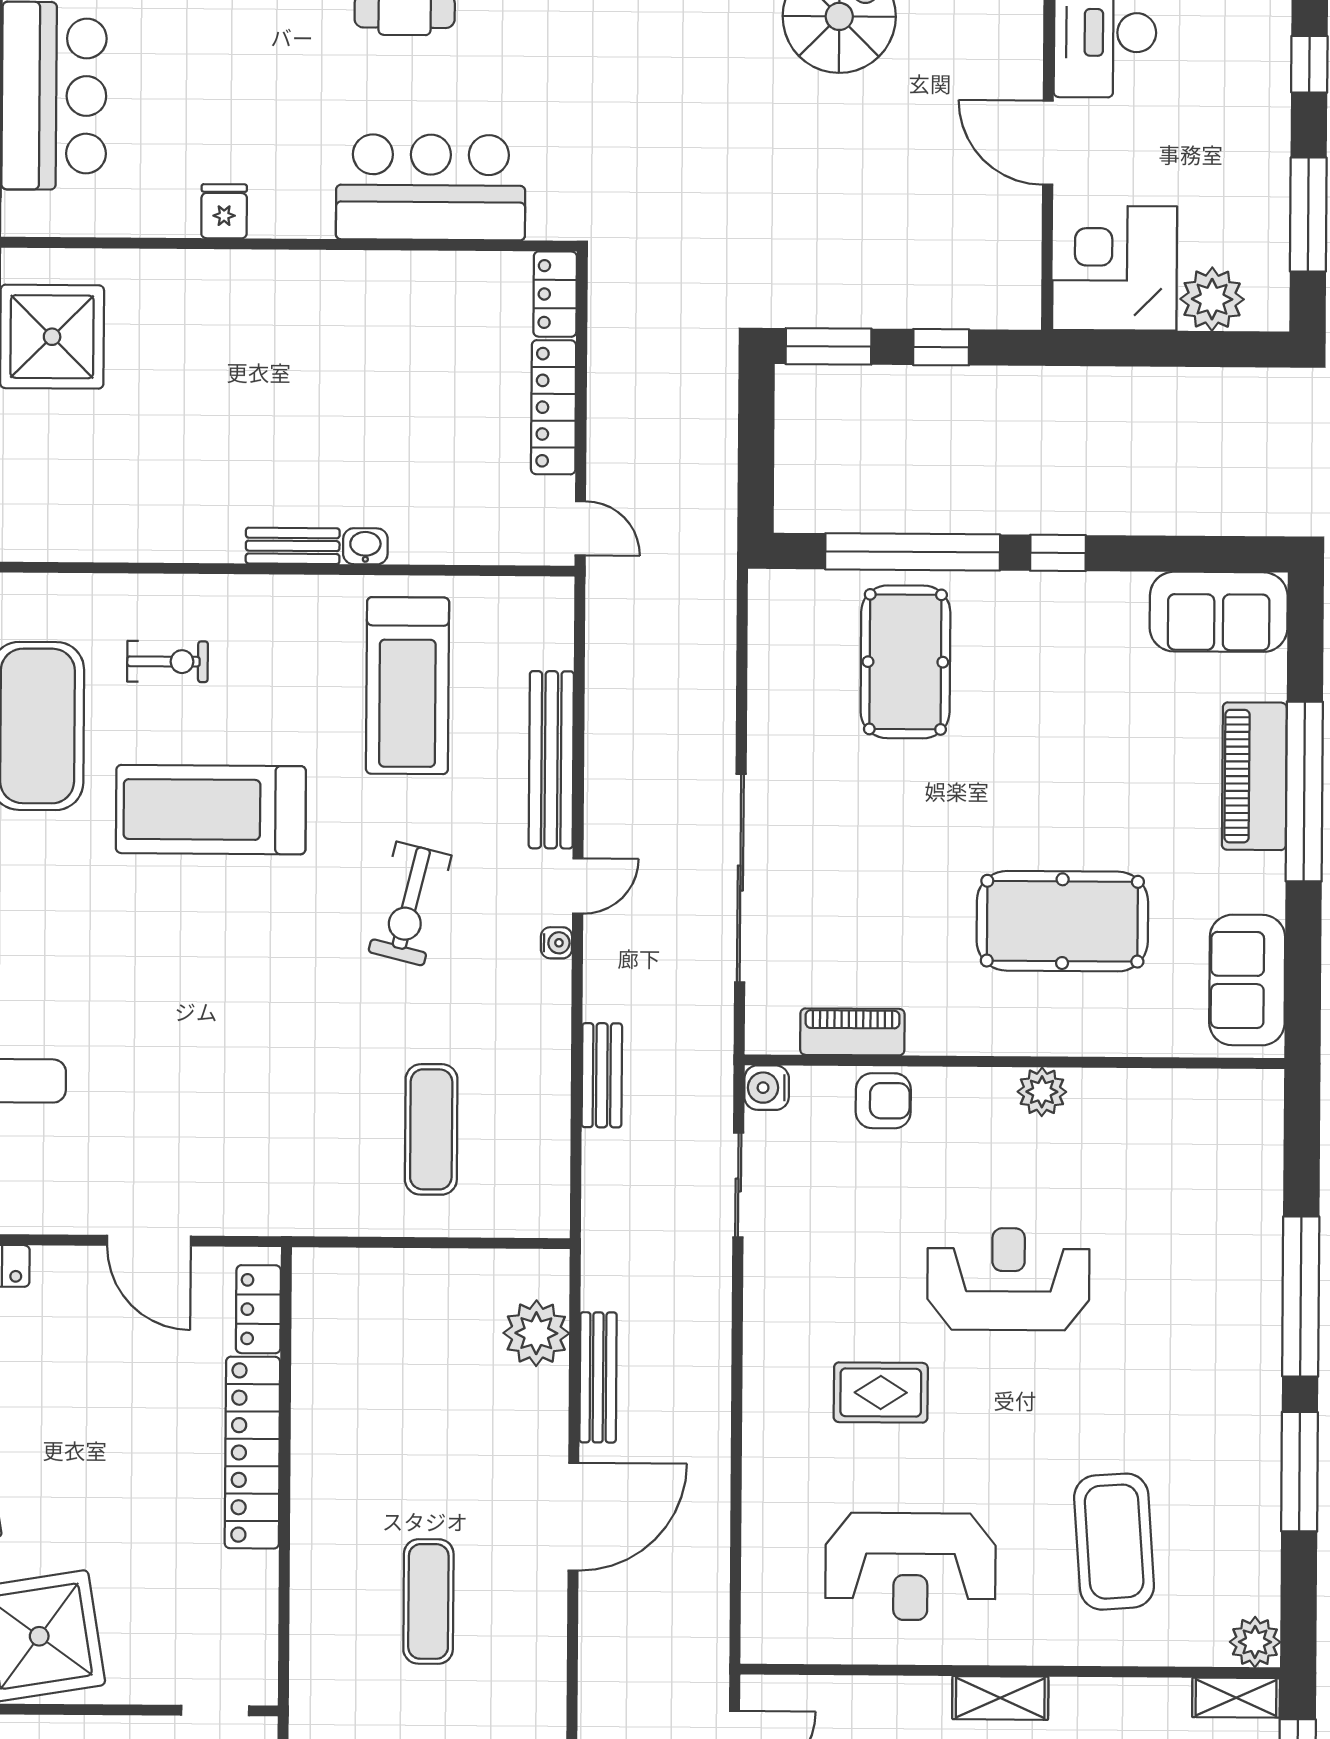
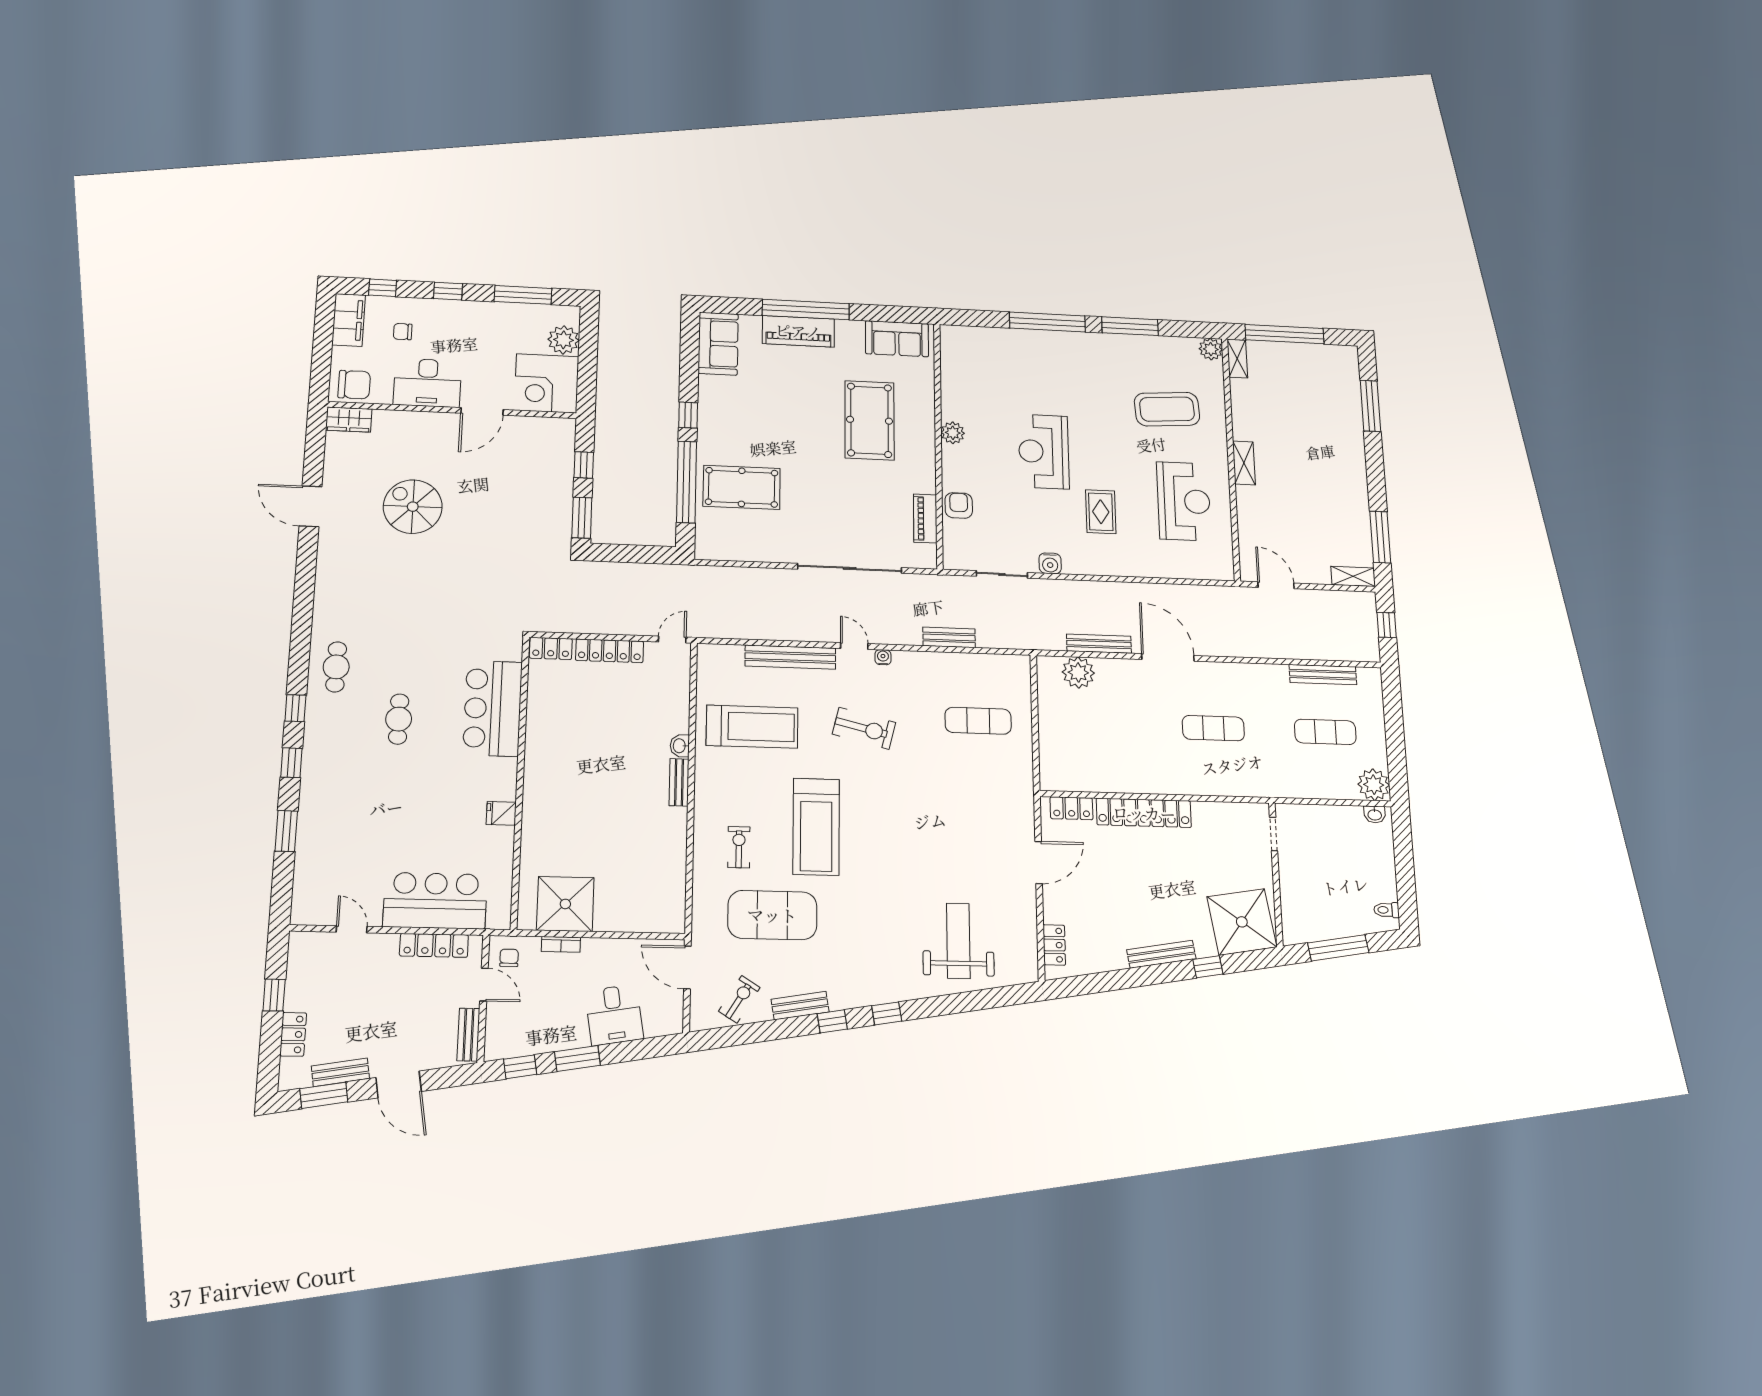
water cooler: (767, 1088) -> (1050, 563), moved

